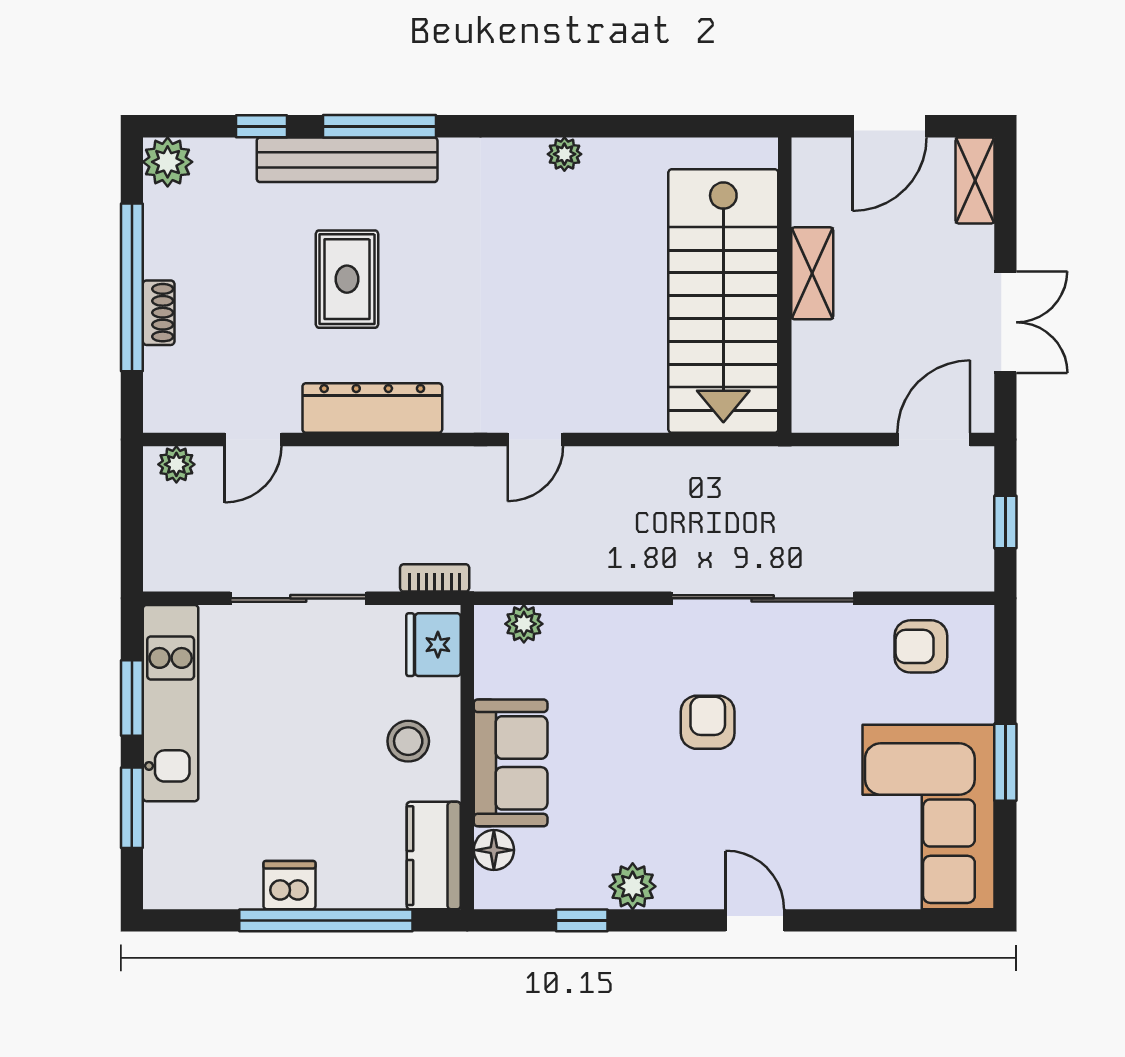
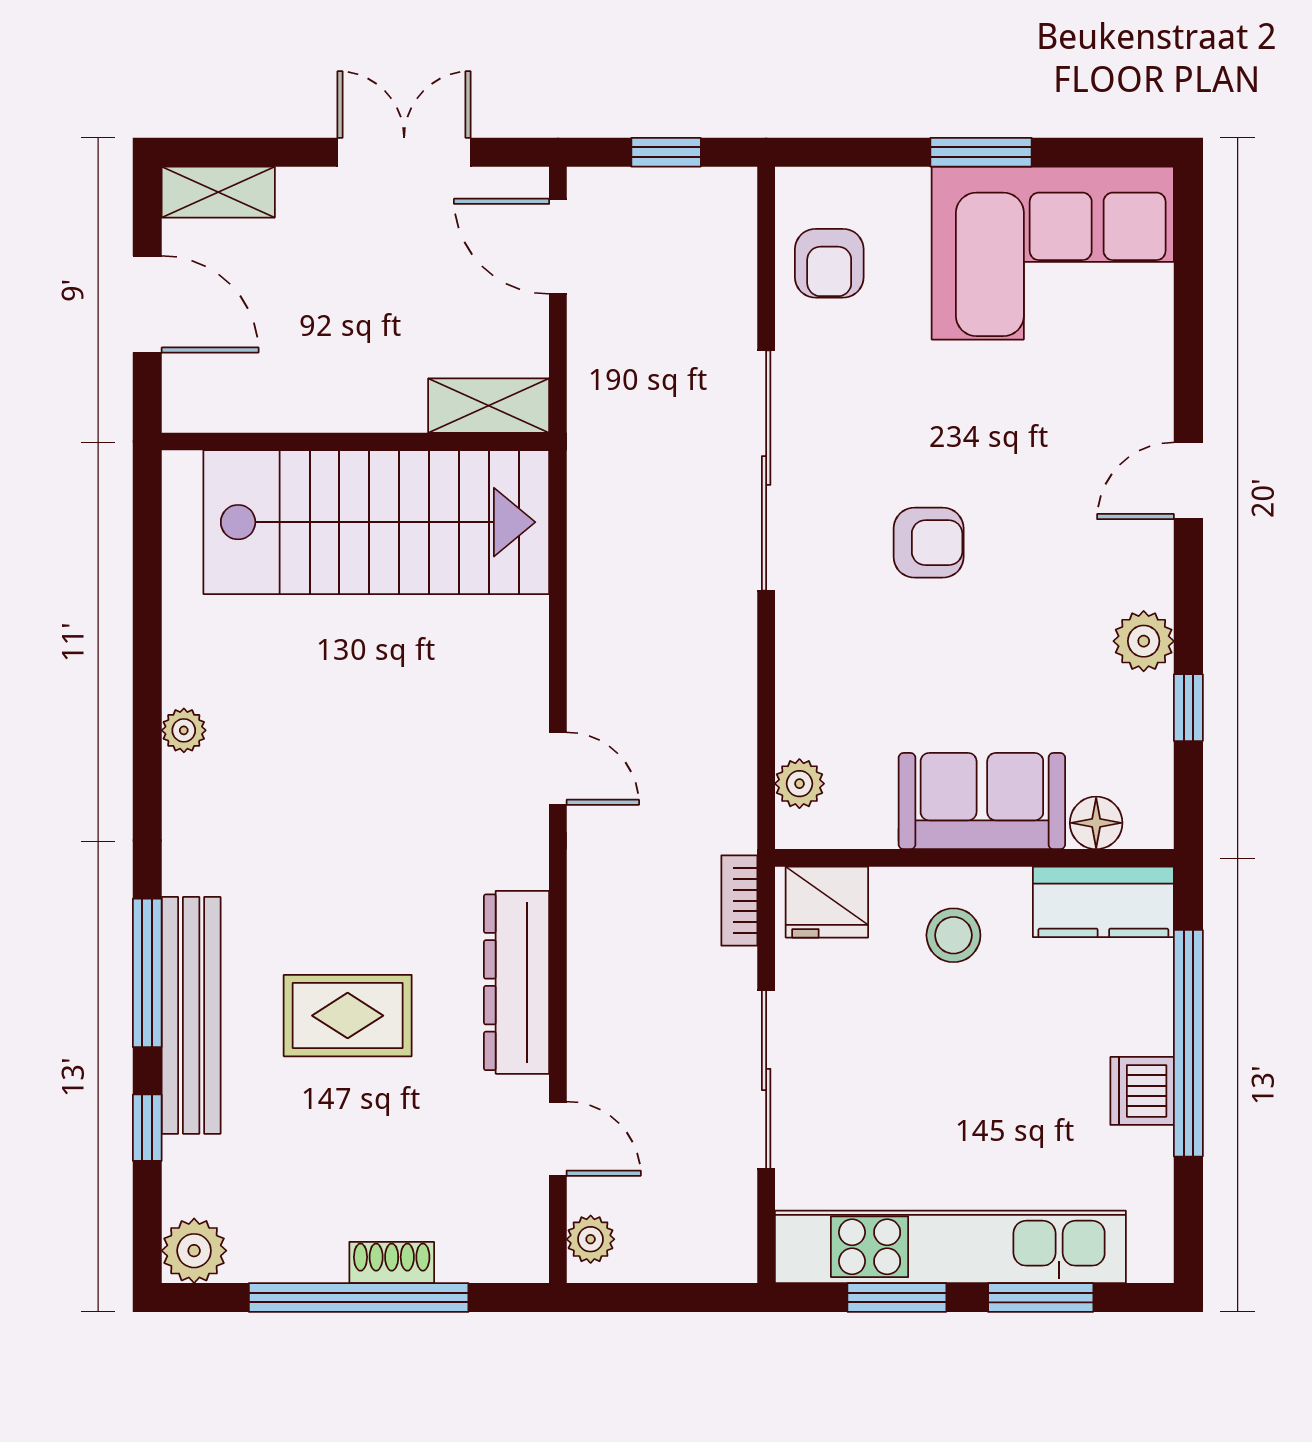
shelving: (812, 273) -> (489, 406), moved
kitchen unit: (171, 703) -> (950, 1247), width x1.36
armchair: (708, 722) -> (929, 543), turned 180

